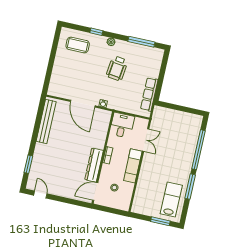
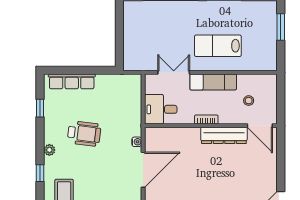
window: (141, 42) -> (40, 108), width x0.46
row of seats: (149, 94) -> (72, 81), moved
lab bench: (171, 199) -> (218, 46), moved

